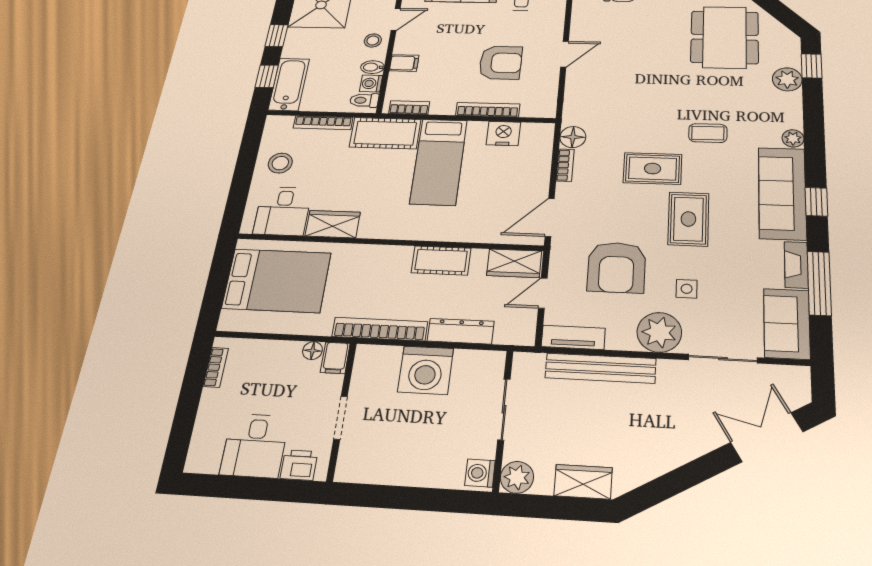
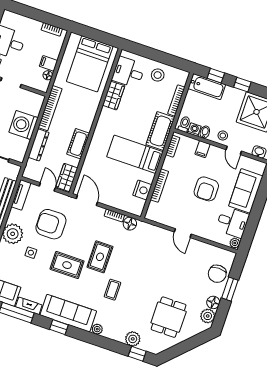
dining table: (725, 37) -> (169, 317), width x0.73
armchair: (501, 63) -> (206, 189), moved
filing cabinet: (335, 358) -> (48, 63), moved

